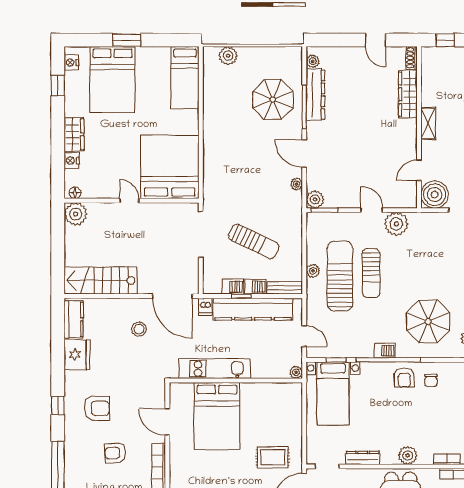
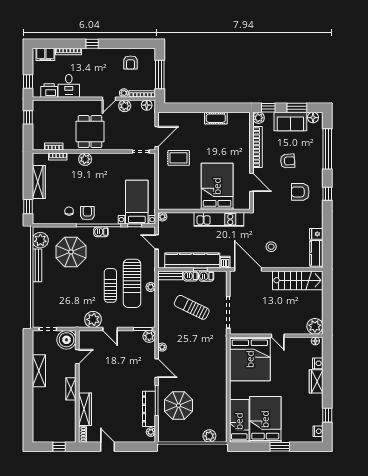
bed: (112, 80) -> (265, 419), moved
fridge: (77, 355) -> (316, 234), width x0.53, depth x0.75
dresser: (363, 458) -> (116, 157), removed

